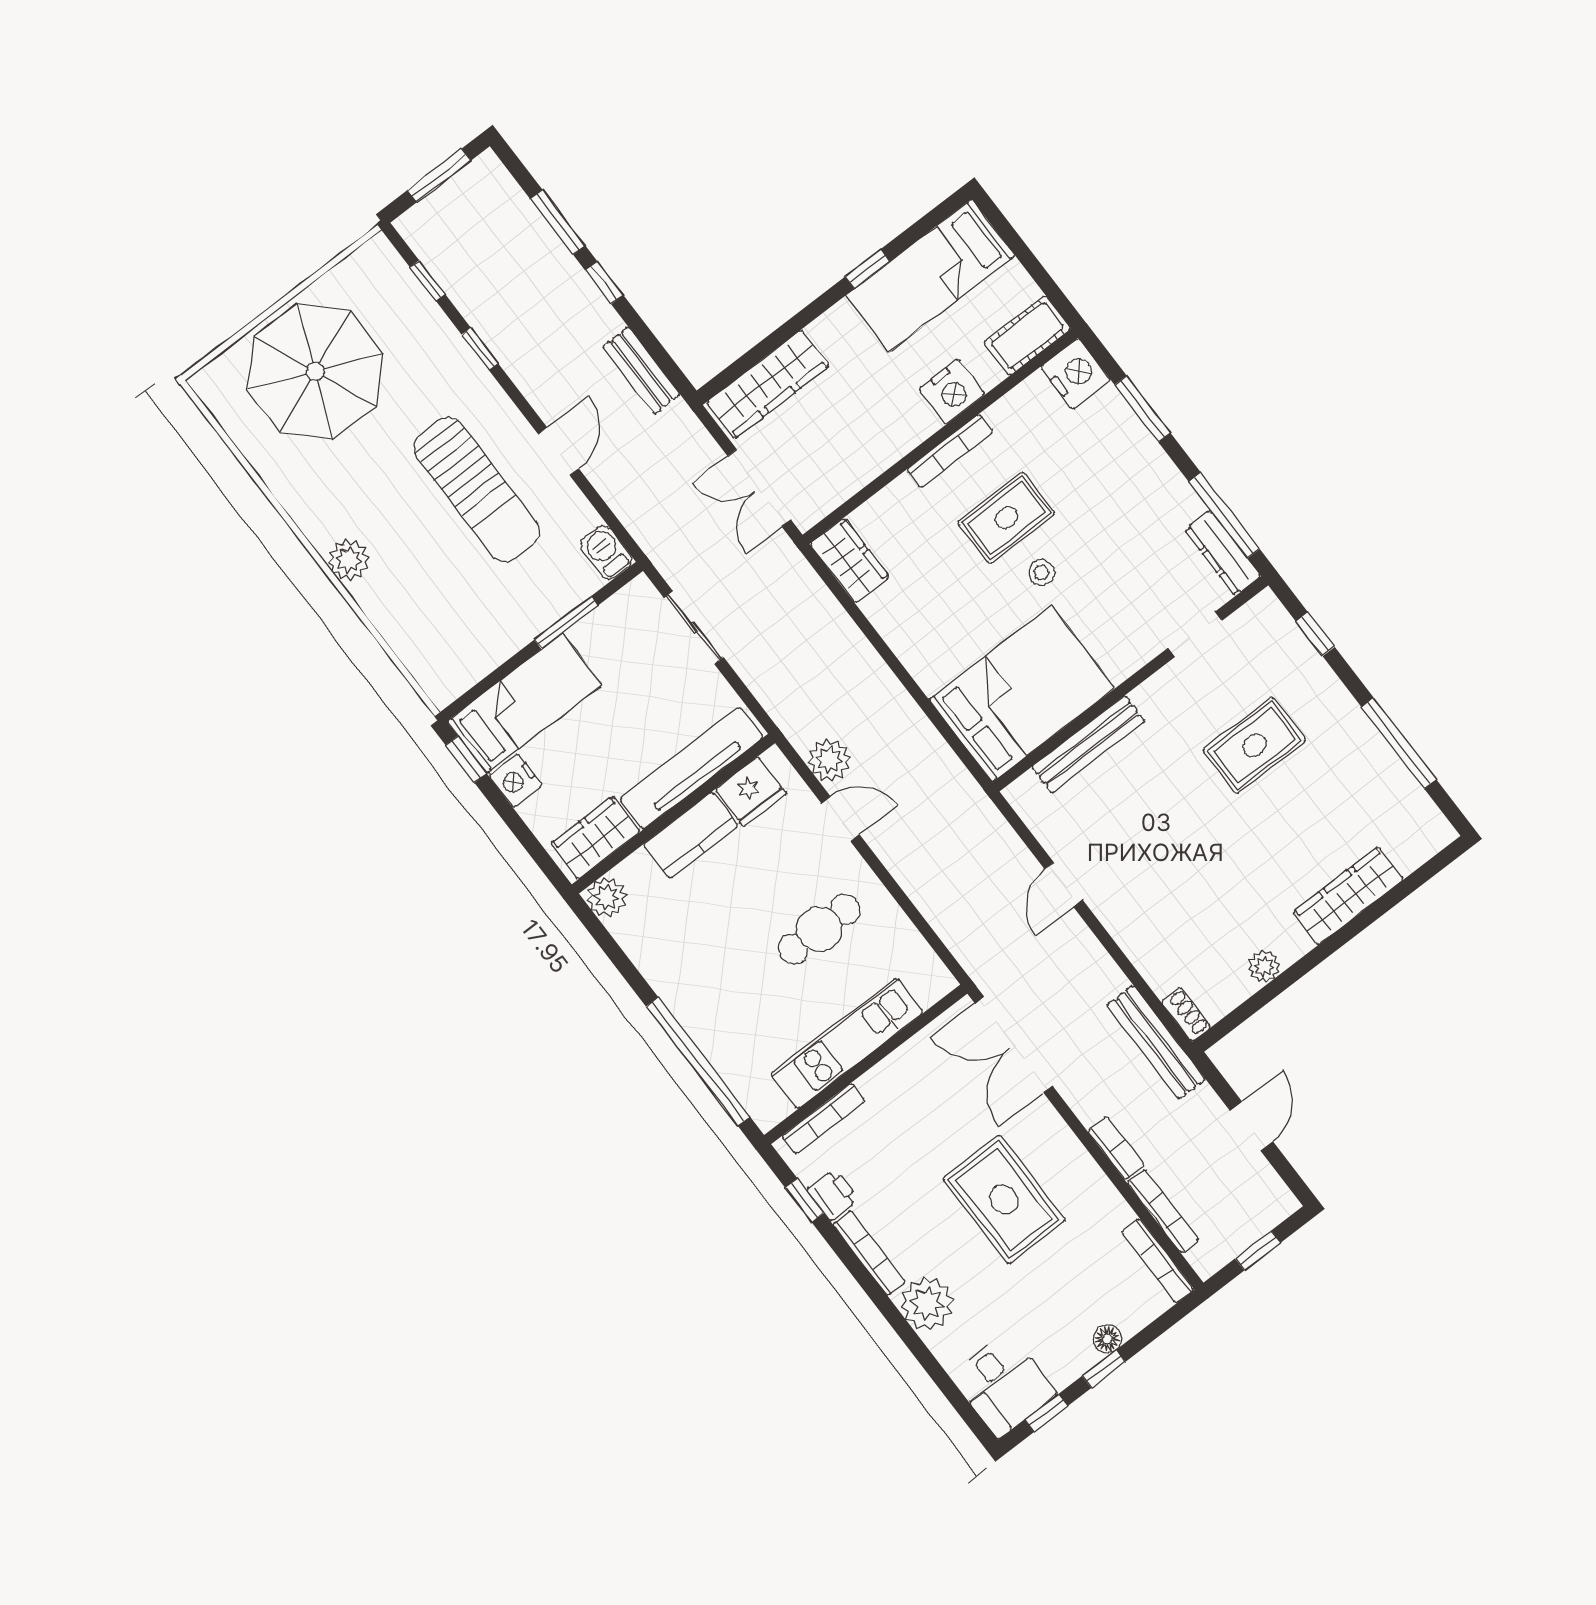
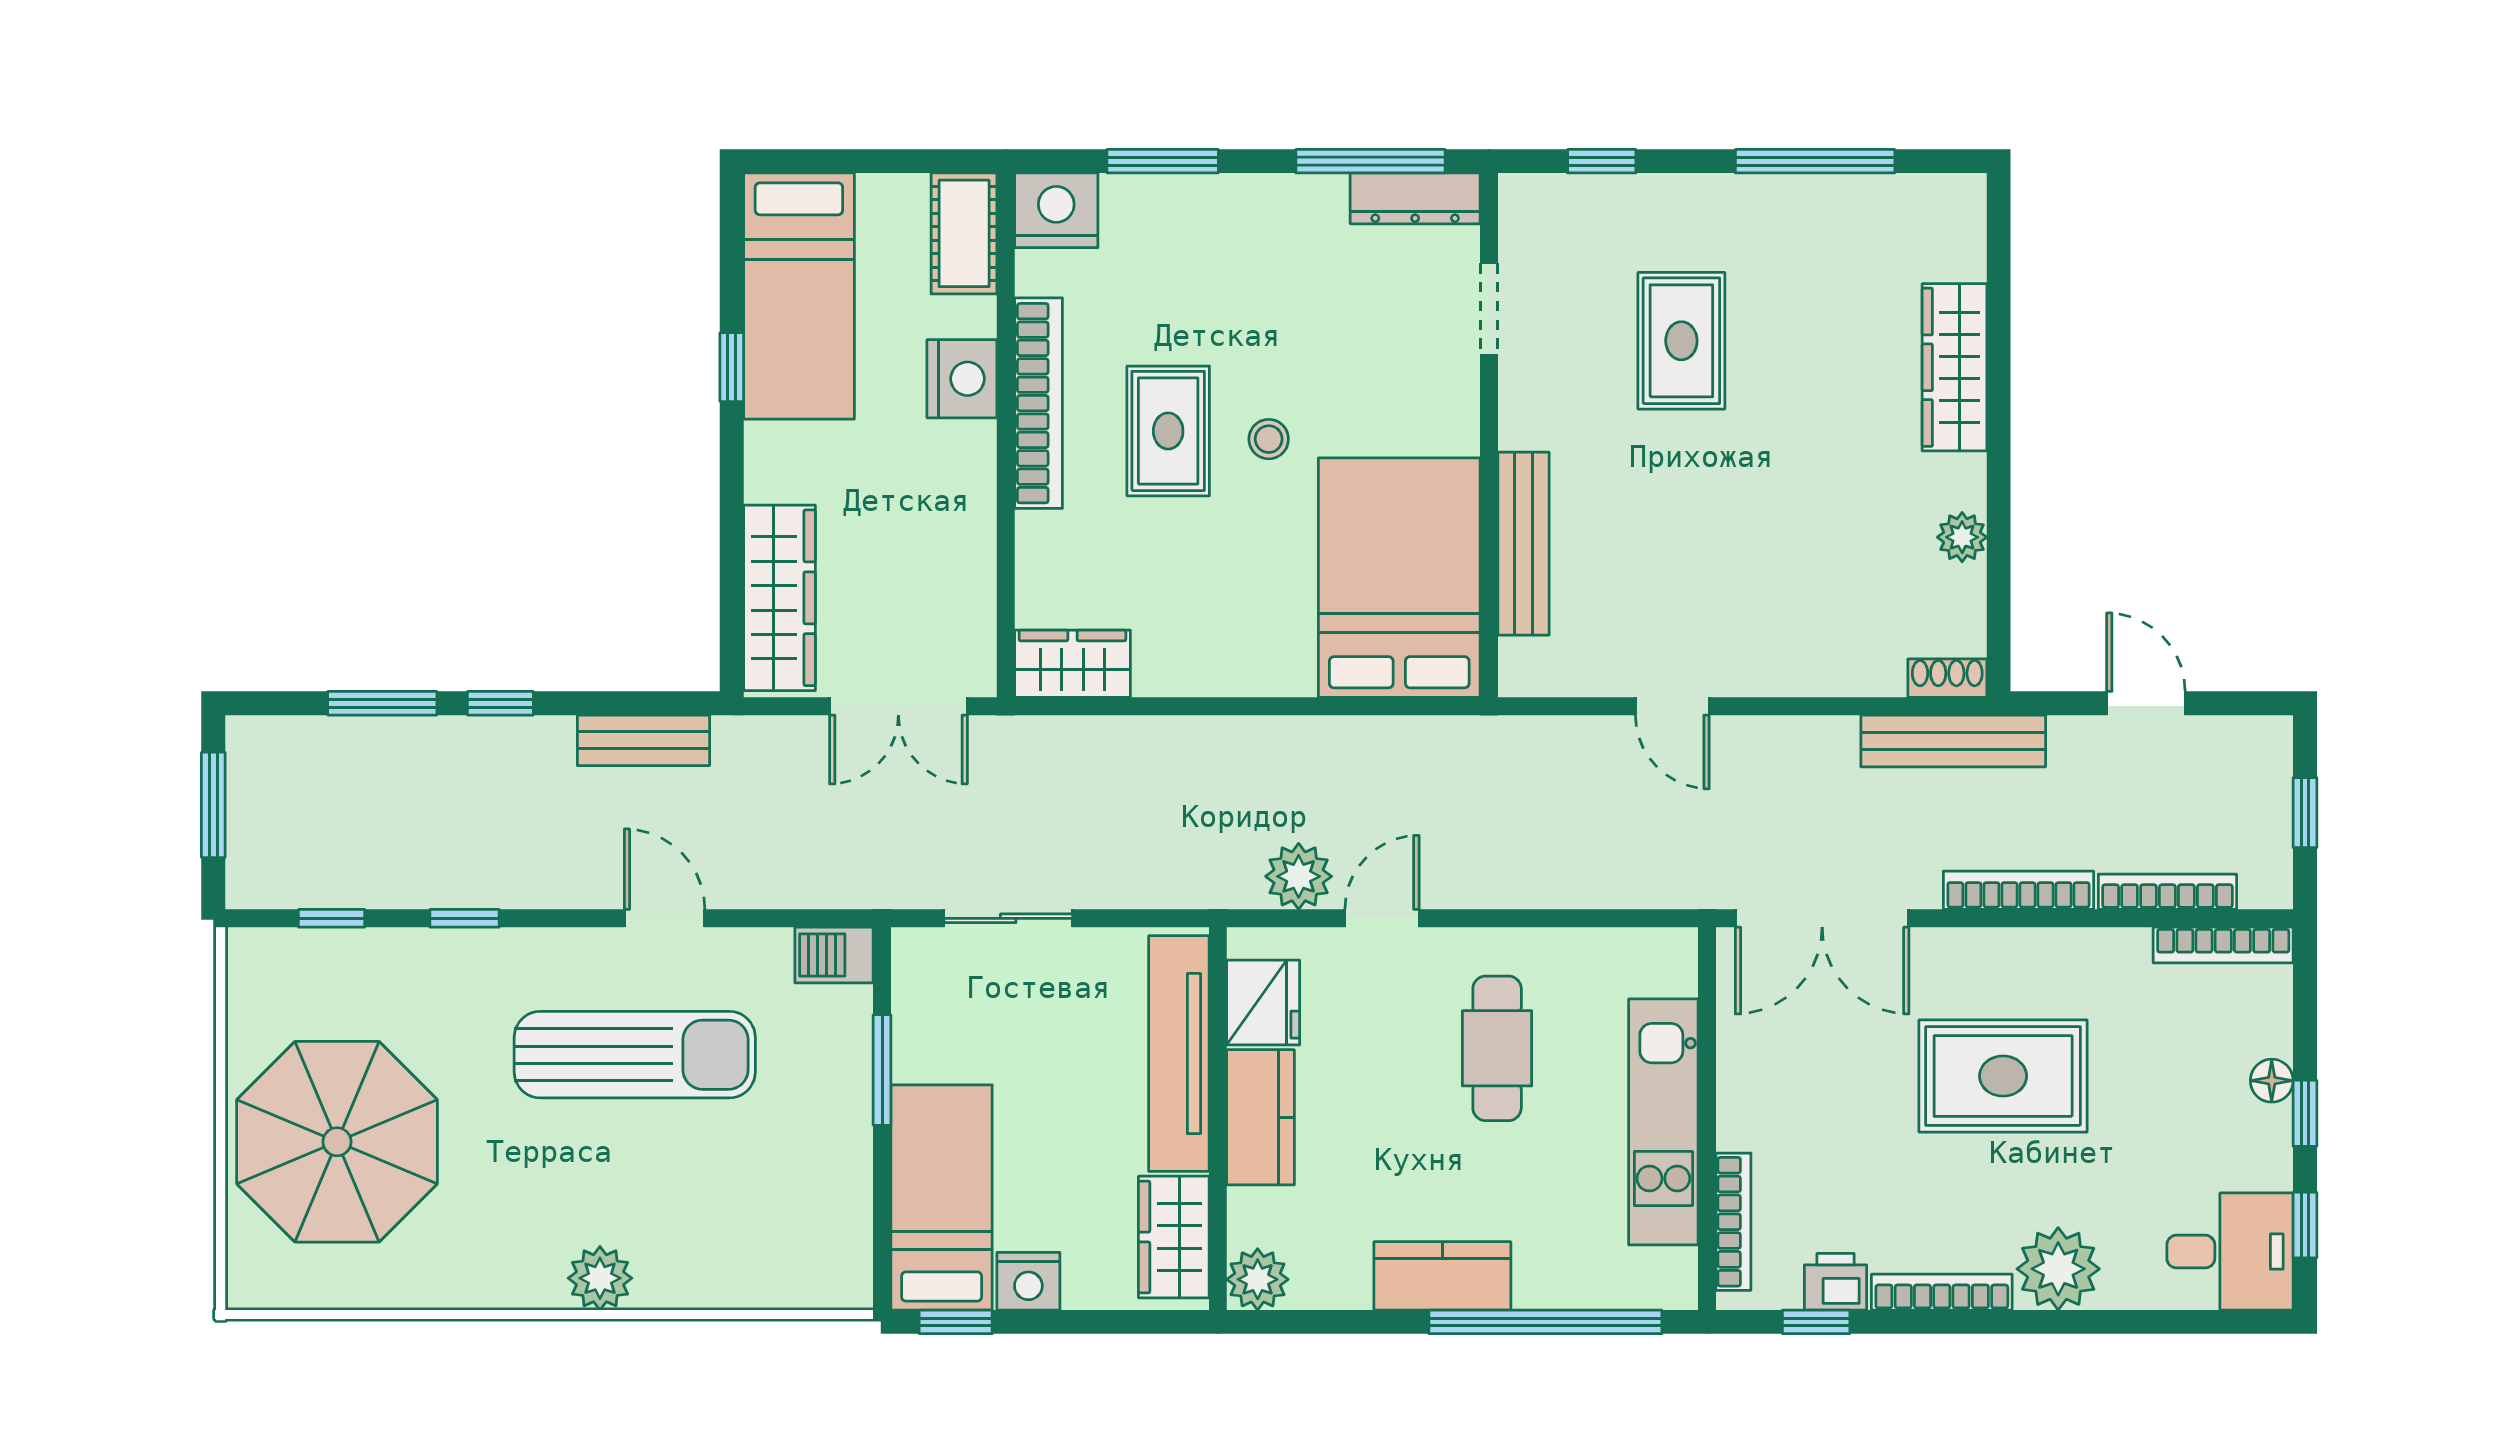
bookcase: (950, 451) -> (1039, 403), width x1.48, depth x1.31
kitchen counter: (681, 991) -> (1442, 1276), added
bookcase: (1116, 1148) -> (2018, 890), width x1.56

